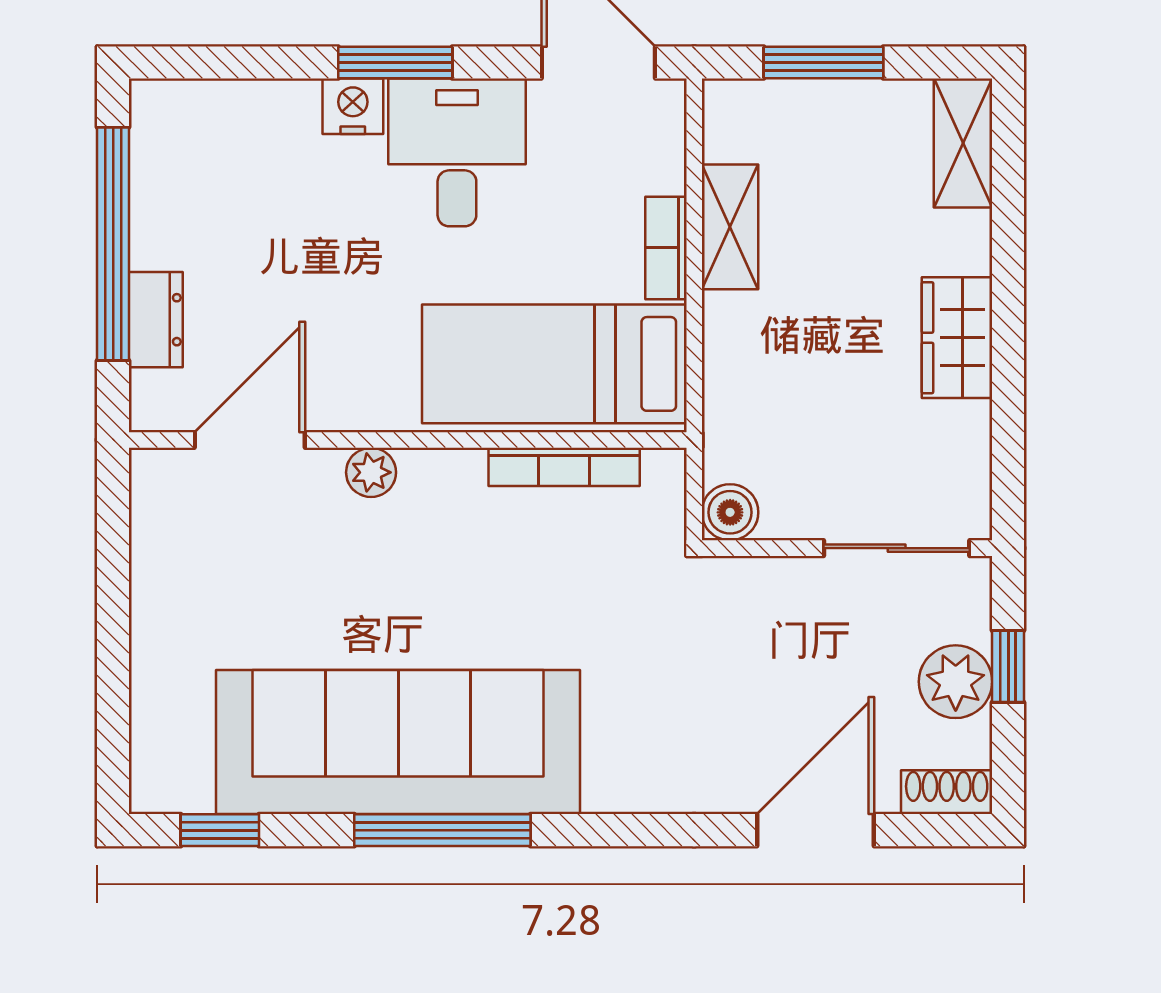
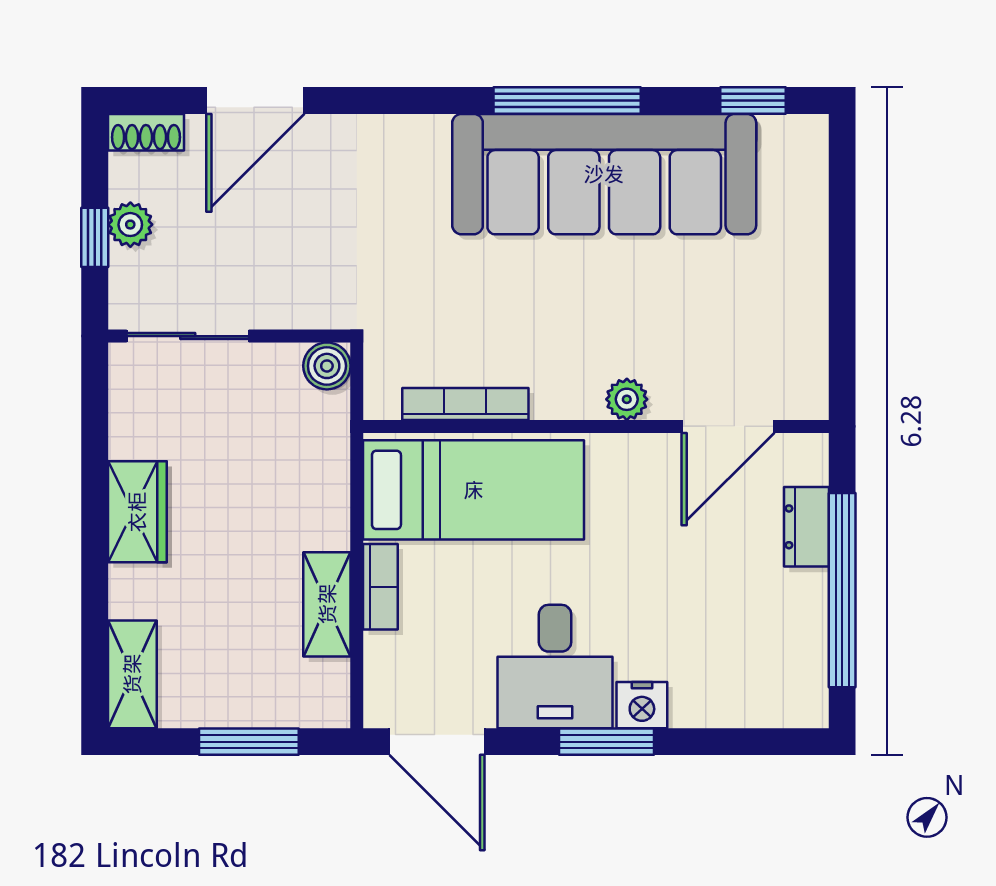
plant: (956, 682) -> (130, 225), width x0.73, depth x0.73

